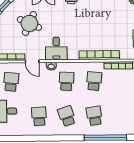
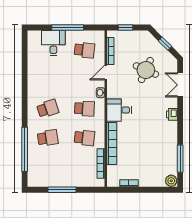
desk: (56, 49) -> (119, 110), moved
school desk: (39, 116) -> (48, 79), removed

